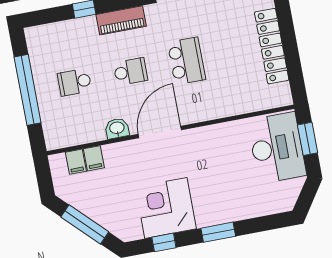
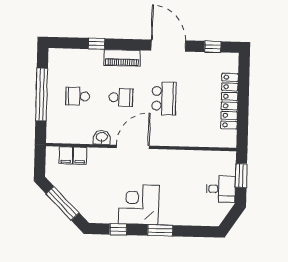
desk: (277, 148) -> (221, 189), width x0.53, depth x0.77
corner desk: (166, 208) -> (139, 204), moved

